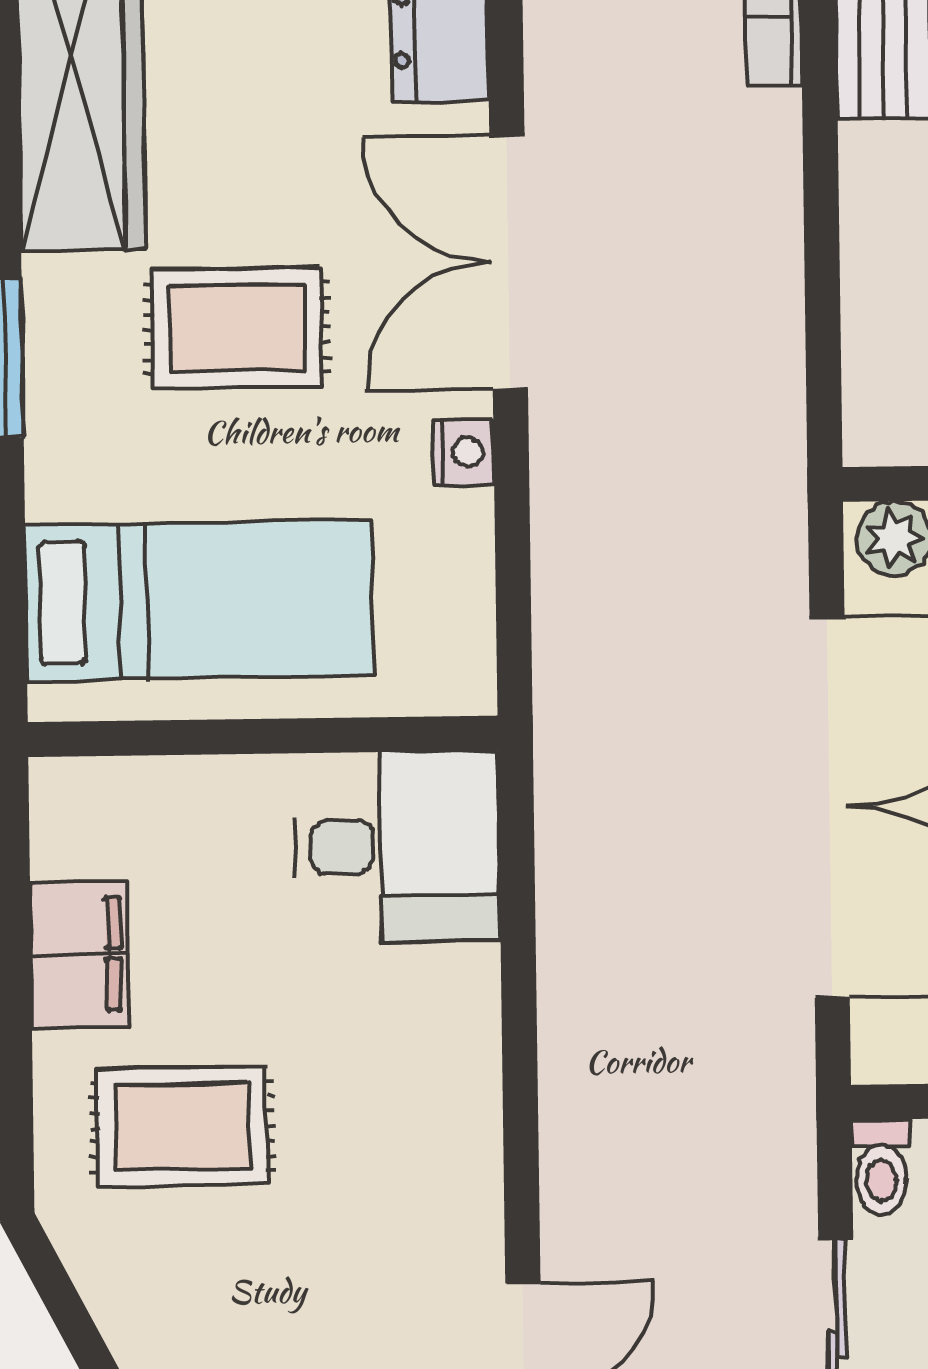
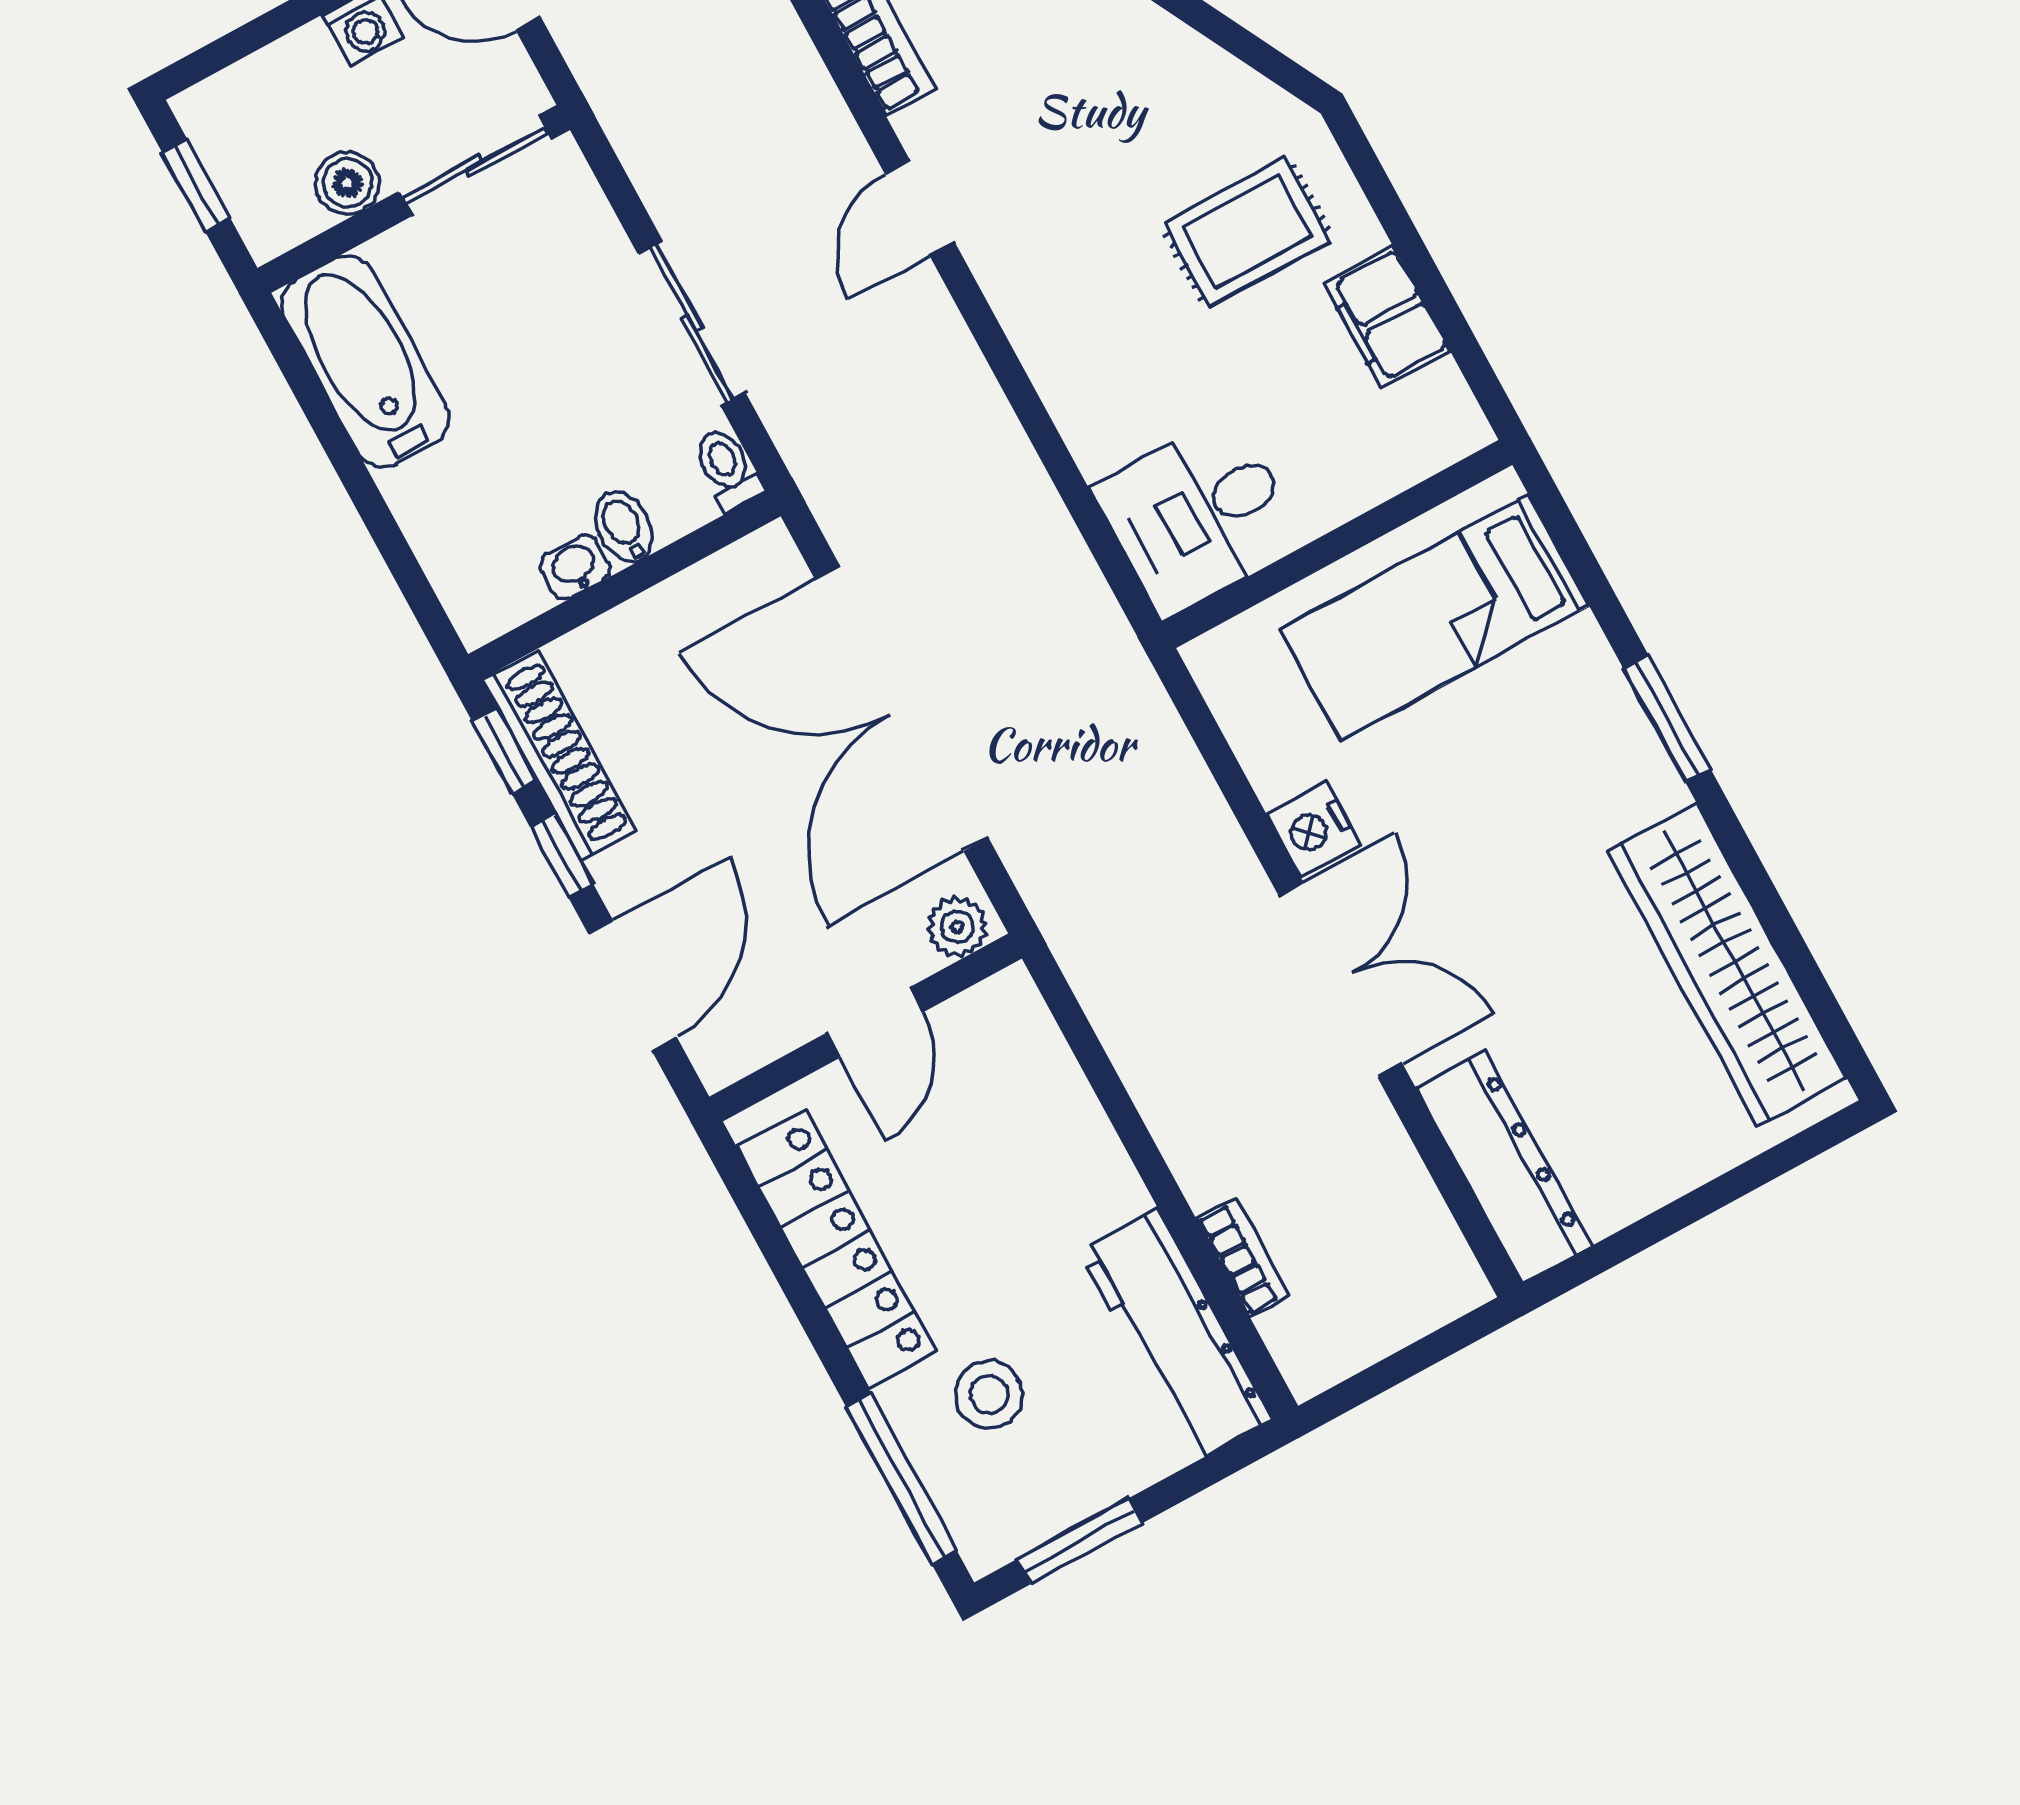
rug: (237, 328) -> (1511, 828), removed
nightstand: (463, 452) -> (1313, 830), width x1.39, depth x1.35

